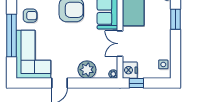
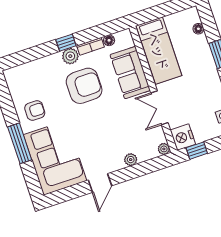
window: (11, 35) -> (20, 143), width x0.68
plant: (87, 70) -> (131, 160), width x0.53, depth x0.53

